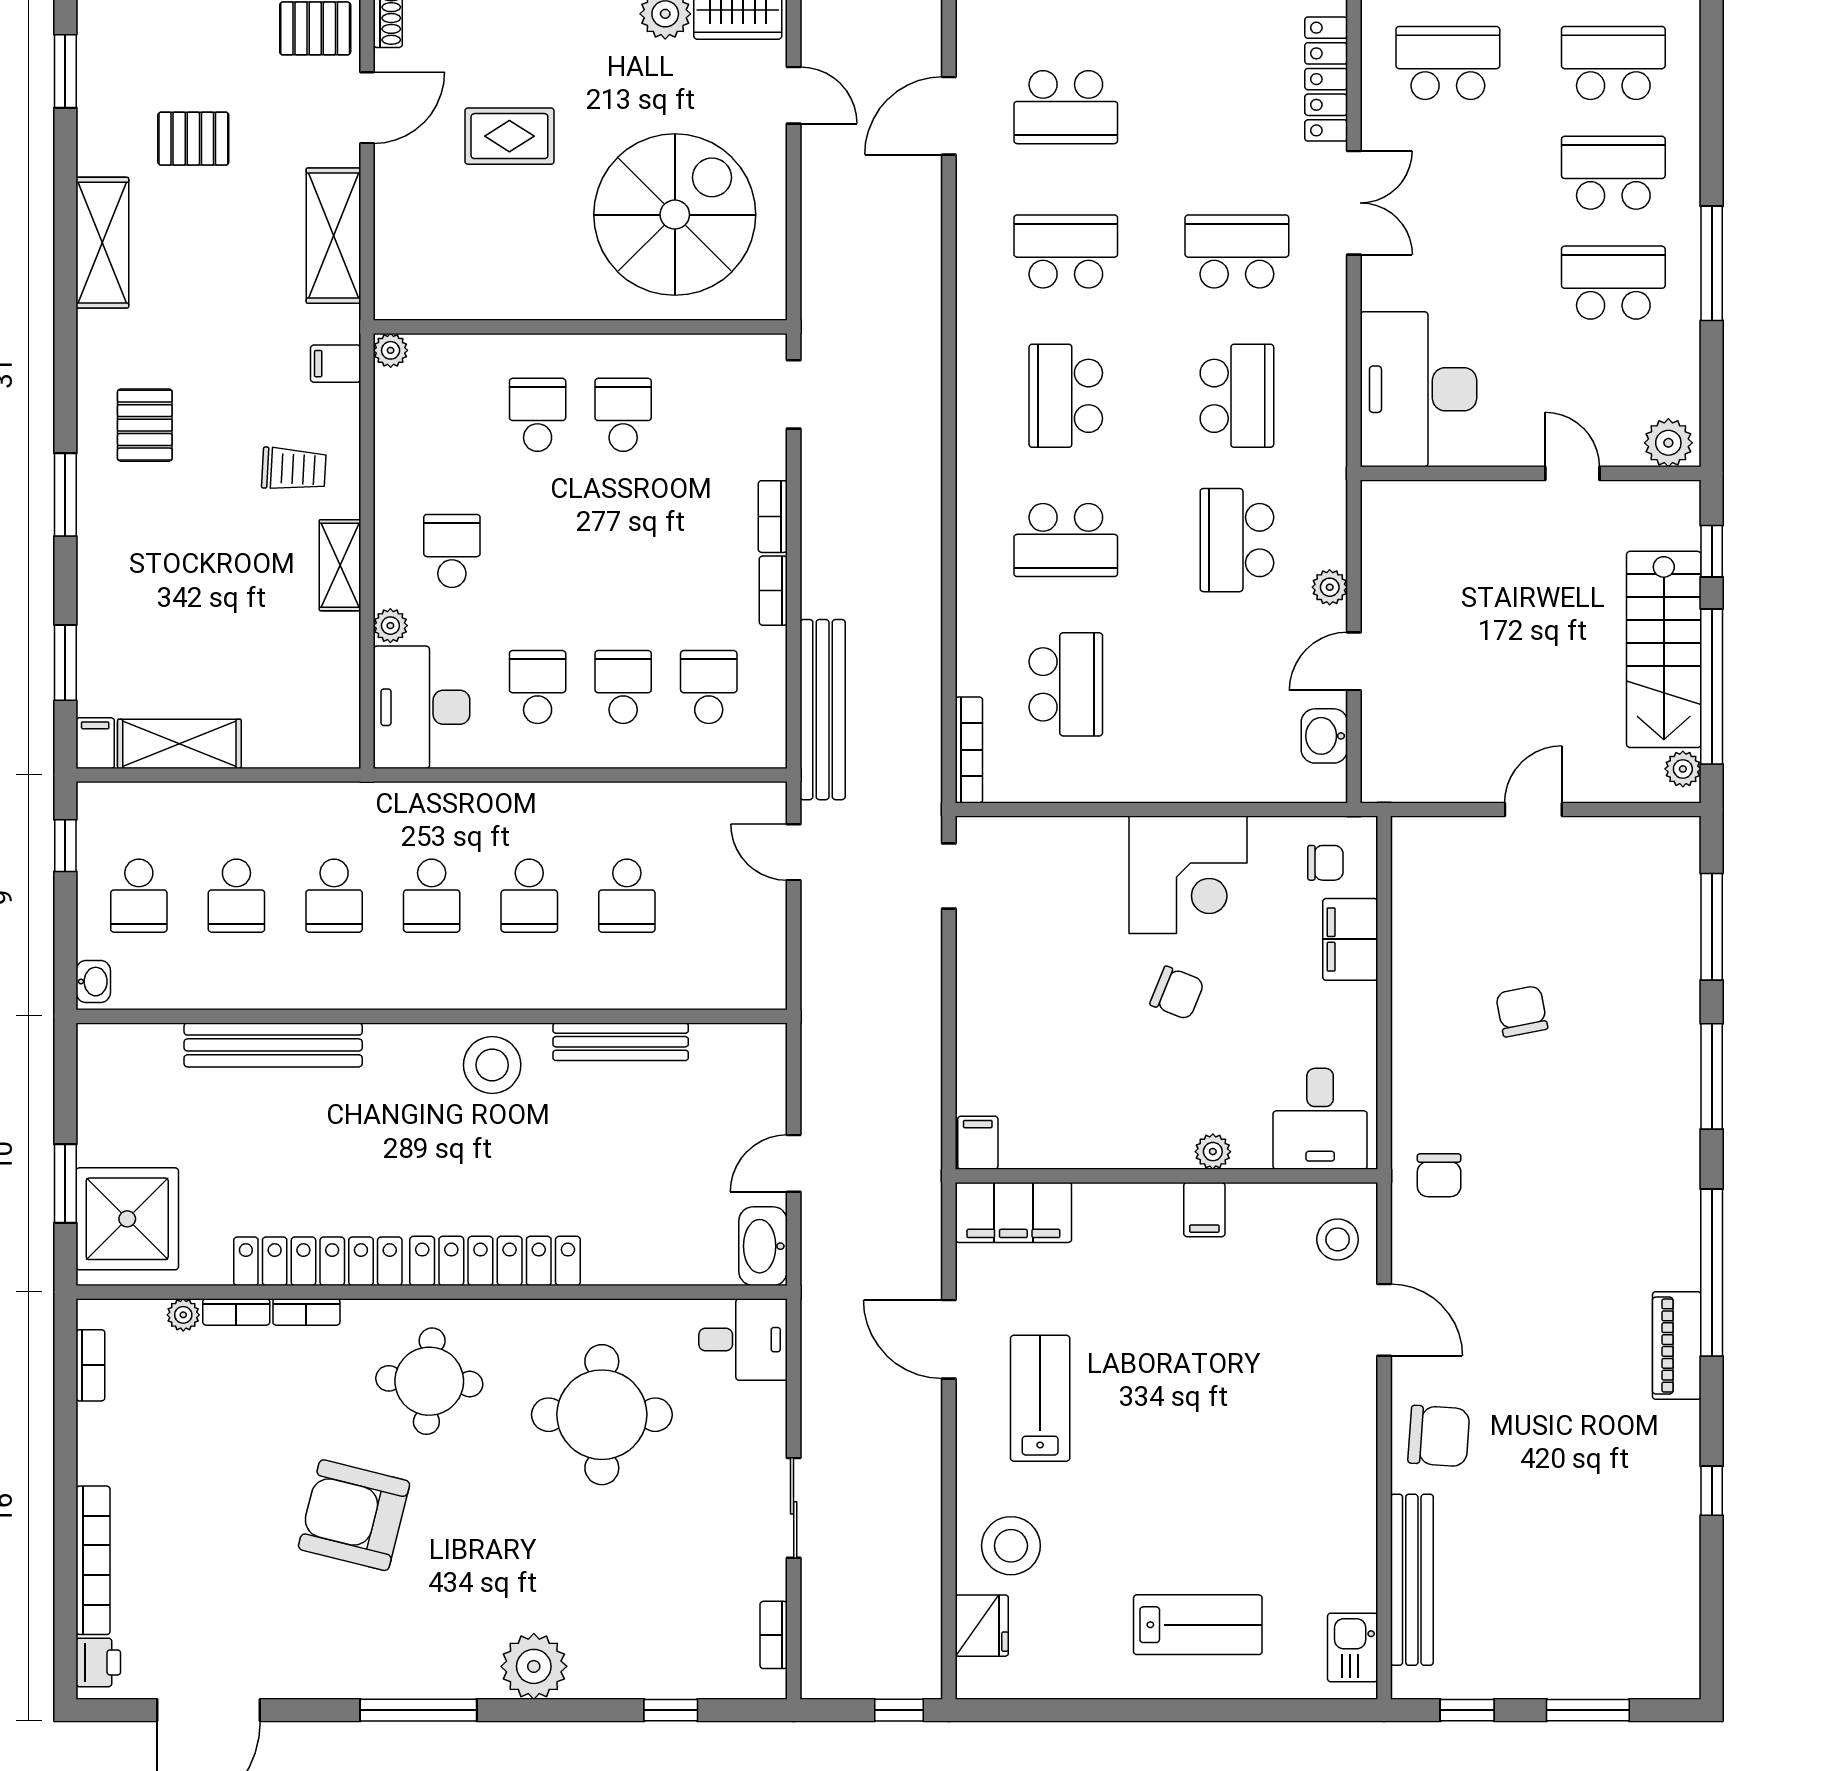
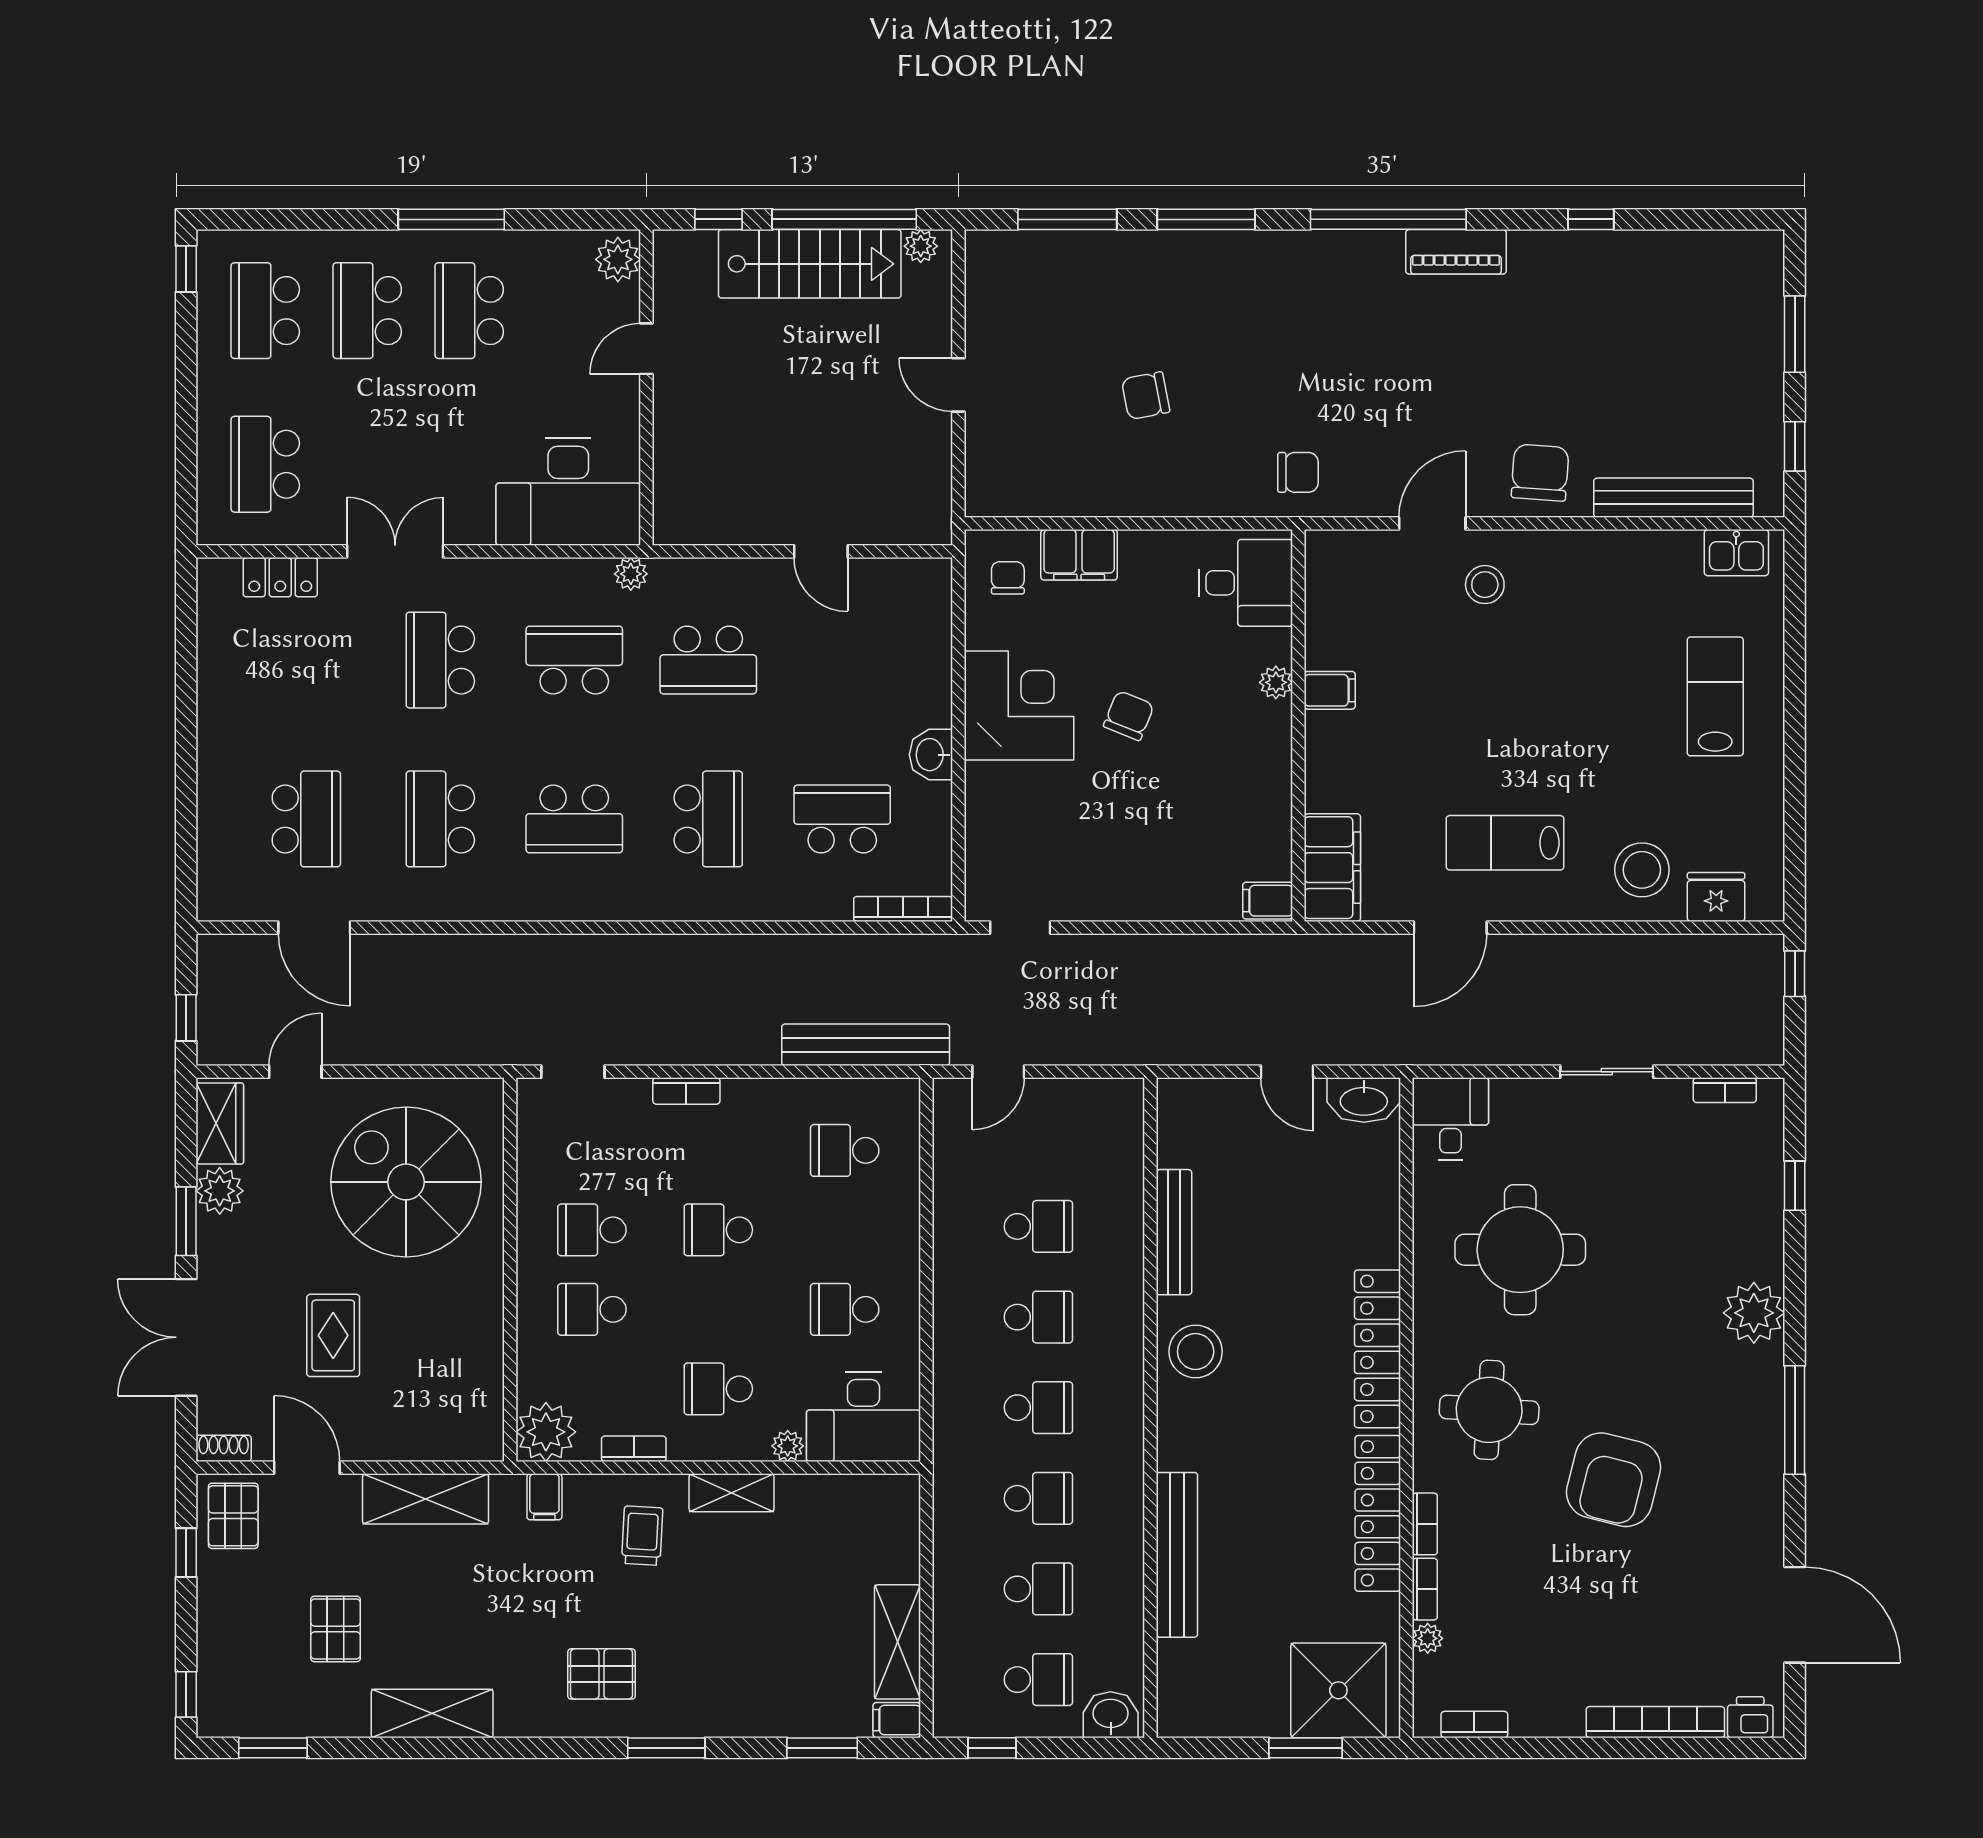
locker: (1326, 79) -> (280, 577), width x0.66
plant: (391, 350) -> (546, 1432), width x1.87, depth x1.87
plant: (1330, 587) -> (631, 574), moved
bookcase: (773, 591) -> (634, 1449), moved, turned 180
school desk: (623, 687) -> (718, 1230), moved
washbasin: (1324, 736) -> (931, 755), moved, turned 90
washbasin: (93, 982) -> (1111, 1715), width x1.38, depth x1.45
stool: (1338, 1239) -> (1485, 585), moved

